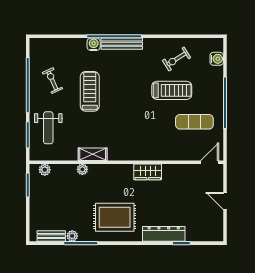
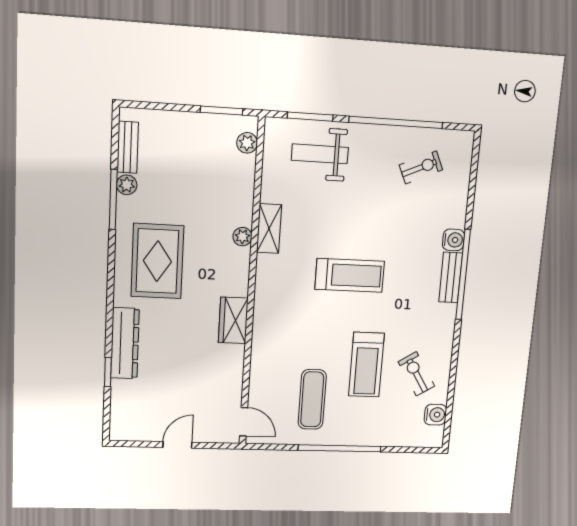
bench: (122, 44) -> (451, 277), width x0.73
water cooler: (217, 59) -> (435, 415), moved, turned -90
exercise bike: (52, 80) -> (421, 167), moved
treadmill: (90, 91) -> (350, 275), moved
plant: (82, 169) -> (242, 237), moved

